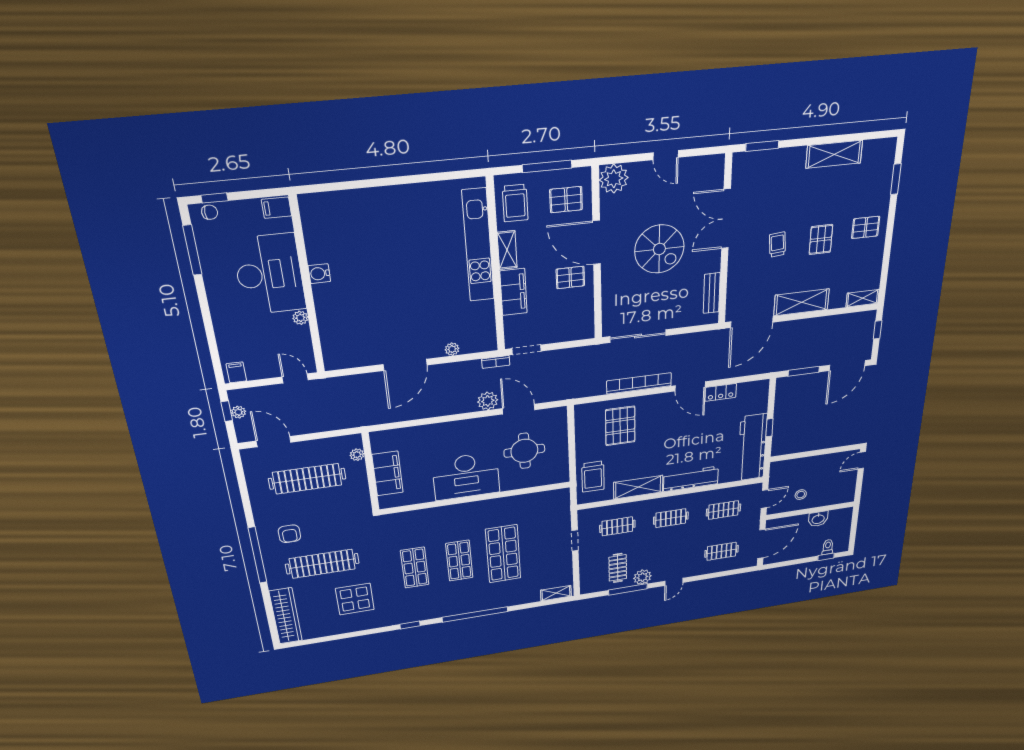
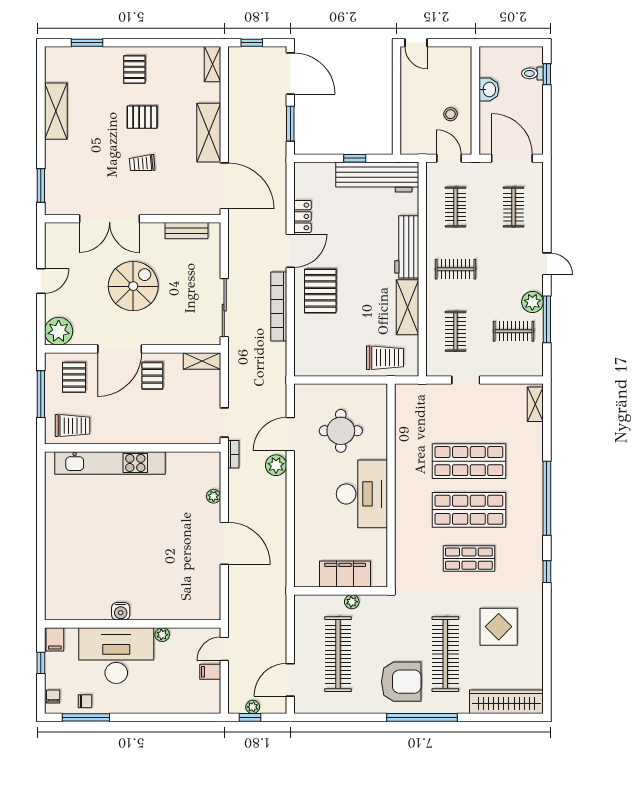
window: (214, 198) -> (41, 663), moved
chair: (211, 247) -> (85, 701), added
shelving: (507, 250) -> (202, 361), moved
filing cabinet: (514, 292) -> (161, 432), removed
filing cabinet: (236, 372) -> (210, 672), moved
pallet: (620, 426) -> (320, 291), moved, turned 90
plant: (357, 455) -> (352, 602), moved
clothes rail: (671, 518) -> (455, 269), turned 90
armchair: (289, 534) -> (401, 682), width x1.88, depth x1.88
shop shelf: (459, 561) -> (469, 510), width x1.43, depth x1.36

